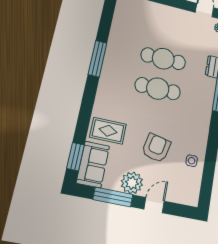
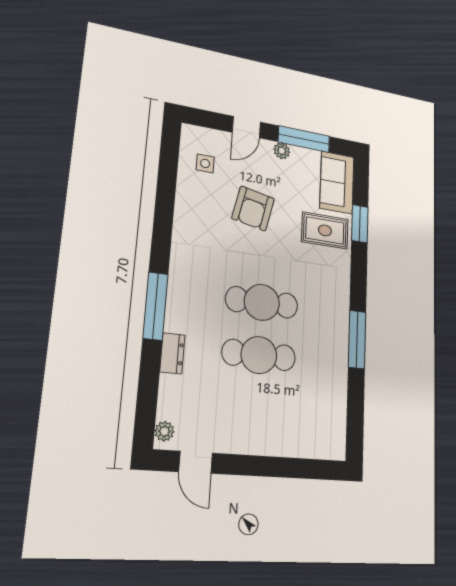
window: (75, 157) -> (360, 224), moved
side table: (192, 161) -> (205, 163), moved
plant: (132, 183) -> (282, 151), width x0.53, depth x0.53

